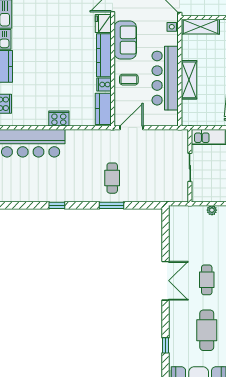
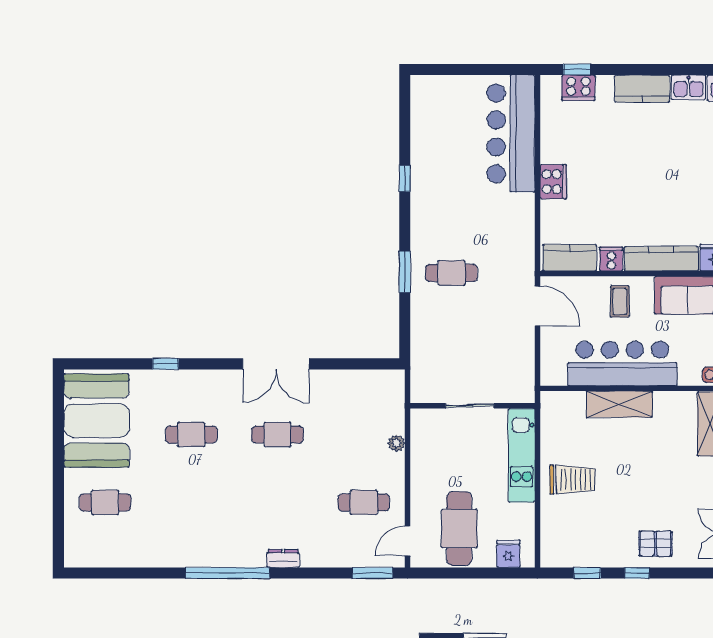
cafe table: (207, 330) -> (191, 435), width x0.73, depth x0.74

